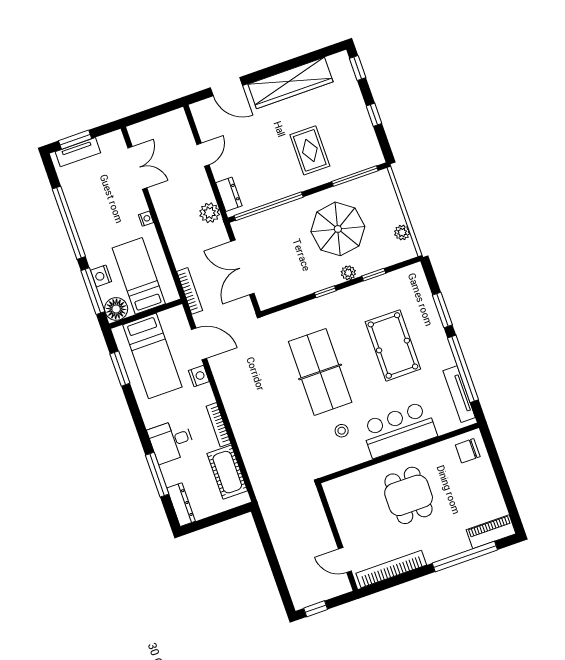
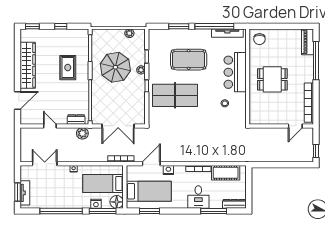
rug: (310, 150) -> (68, 68), turned 90
table tennis table: (320, 372) -> (175, 95), moved

